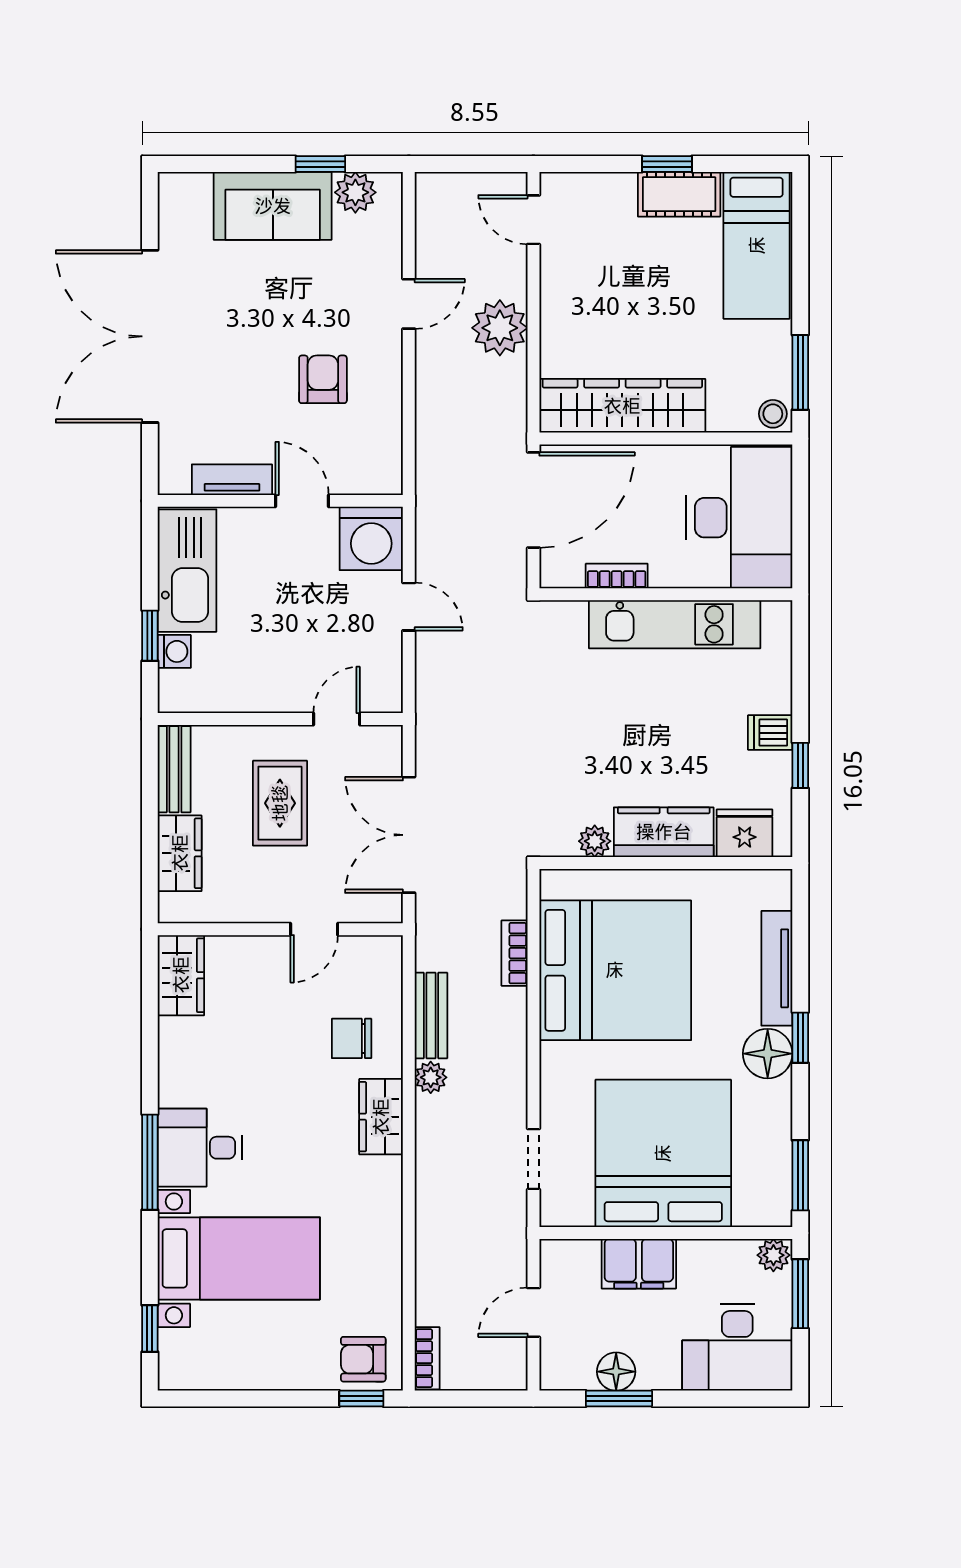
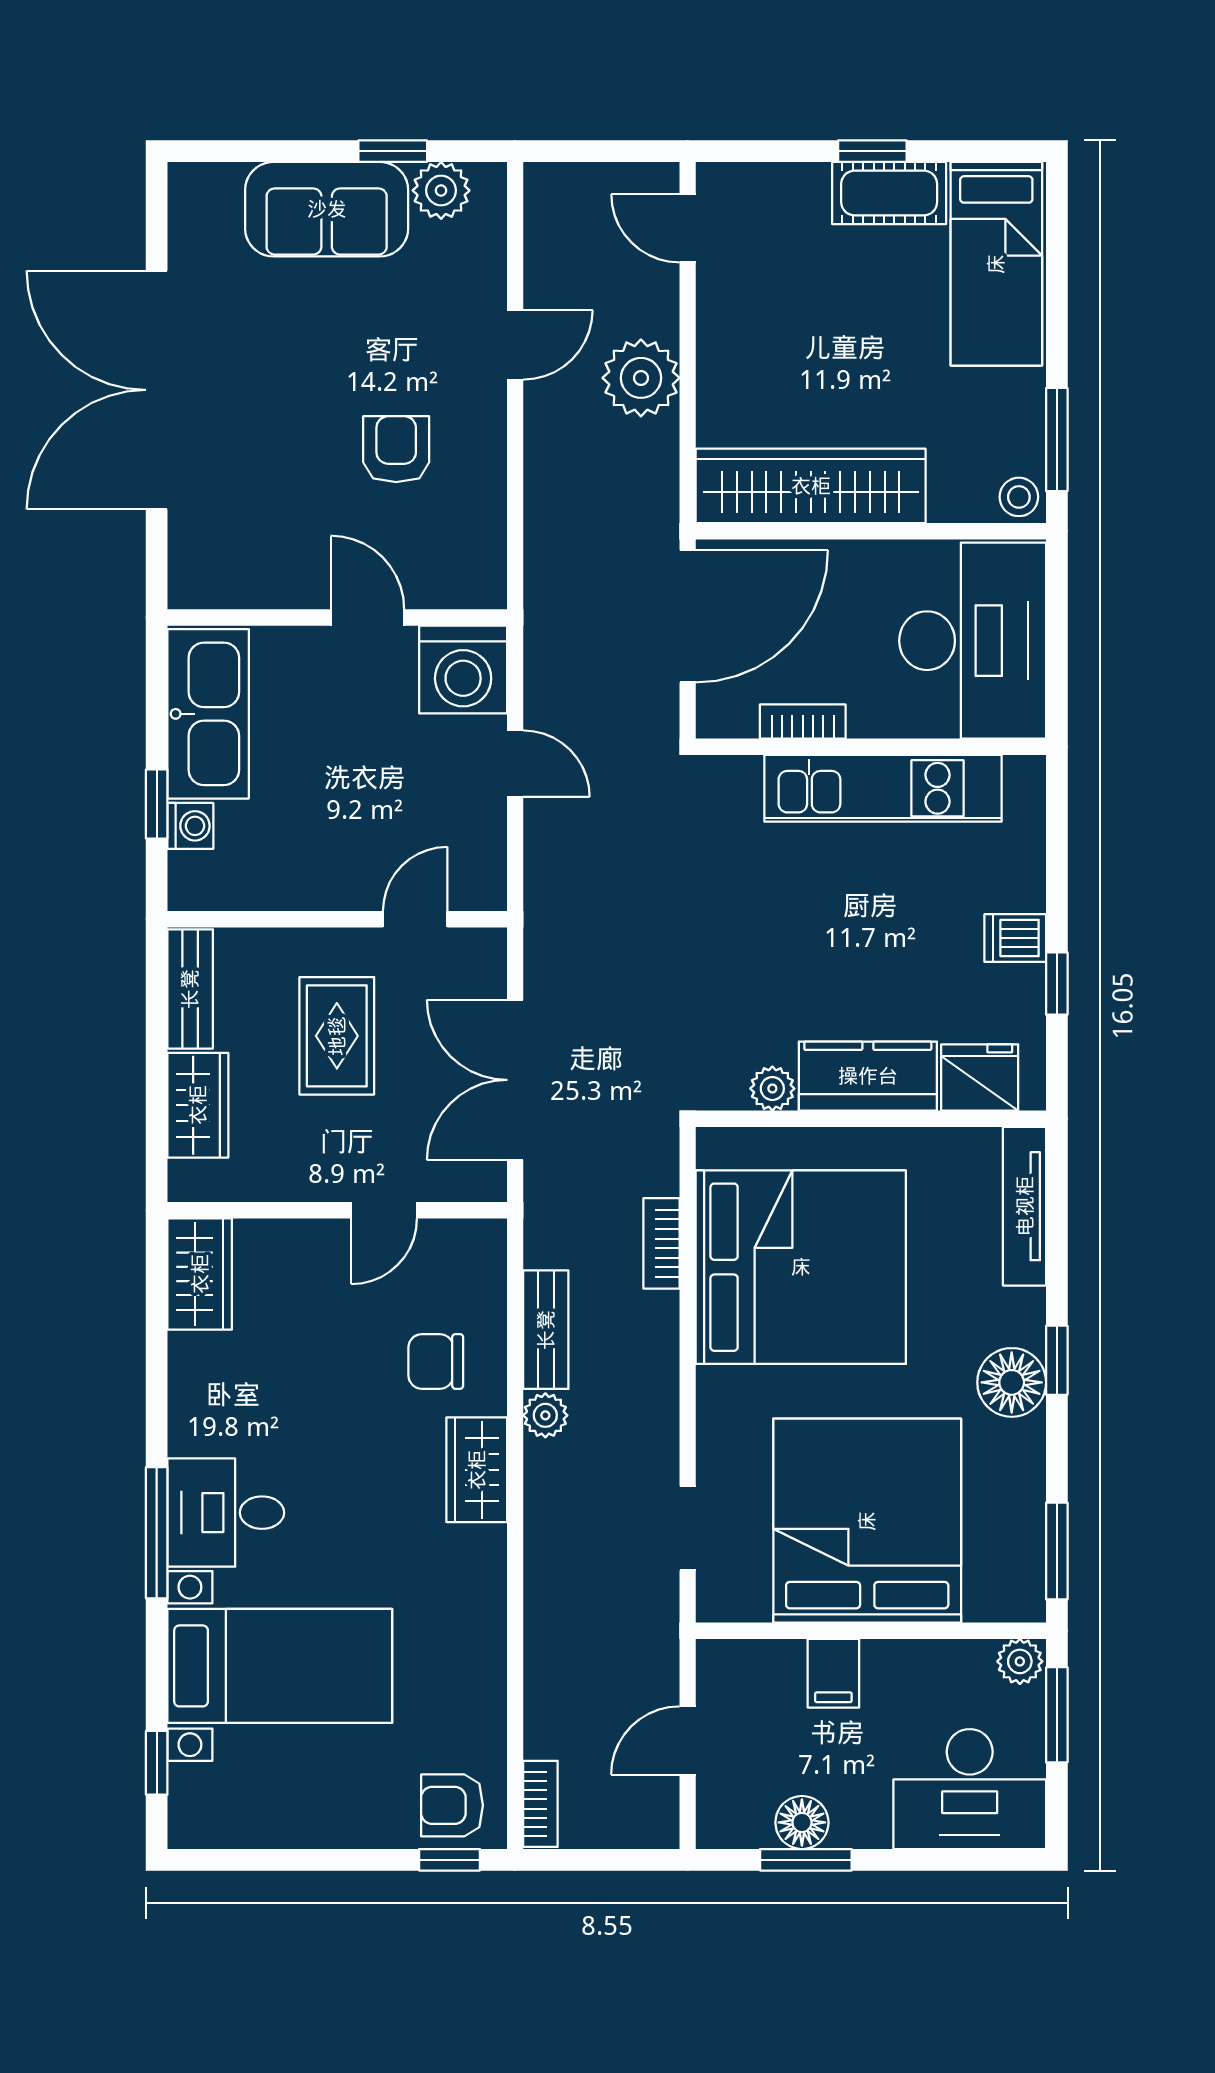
tv unit: (232, 480) -> (270, 588), removed
tv unit: (777, 968) -> (1025, 1206), moved
filing cabinet: (639, 1264) -> (833, 1673), width x0.50

